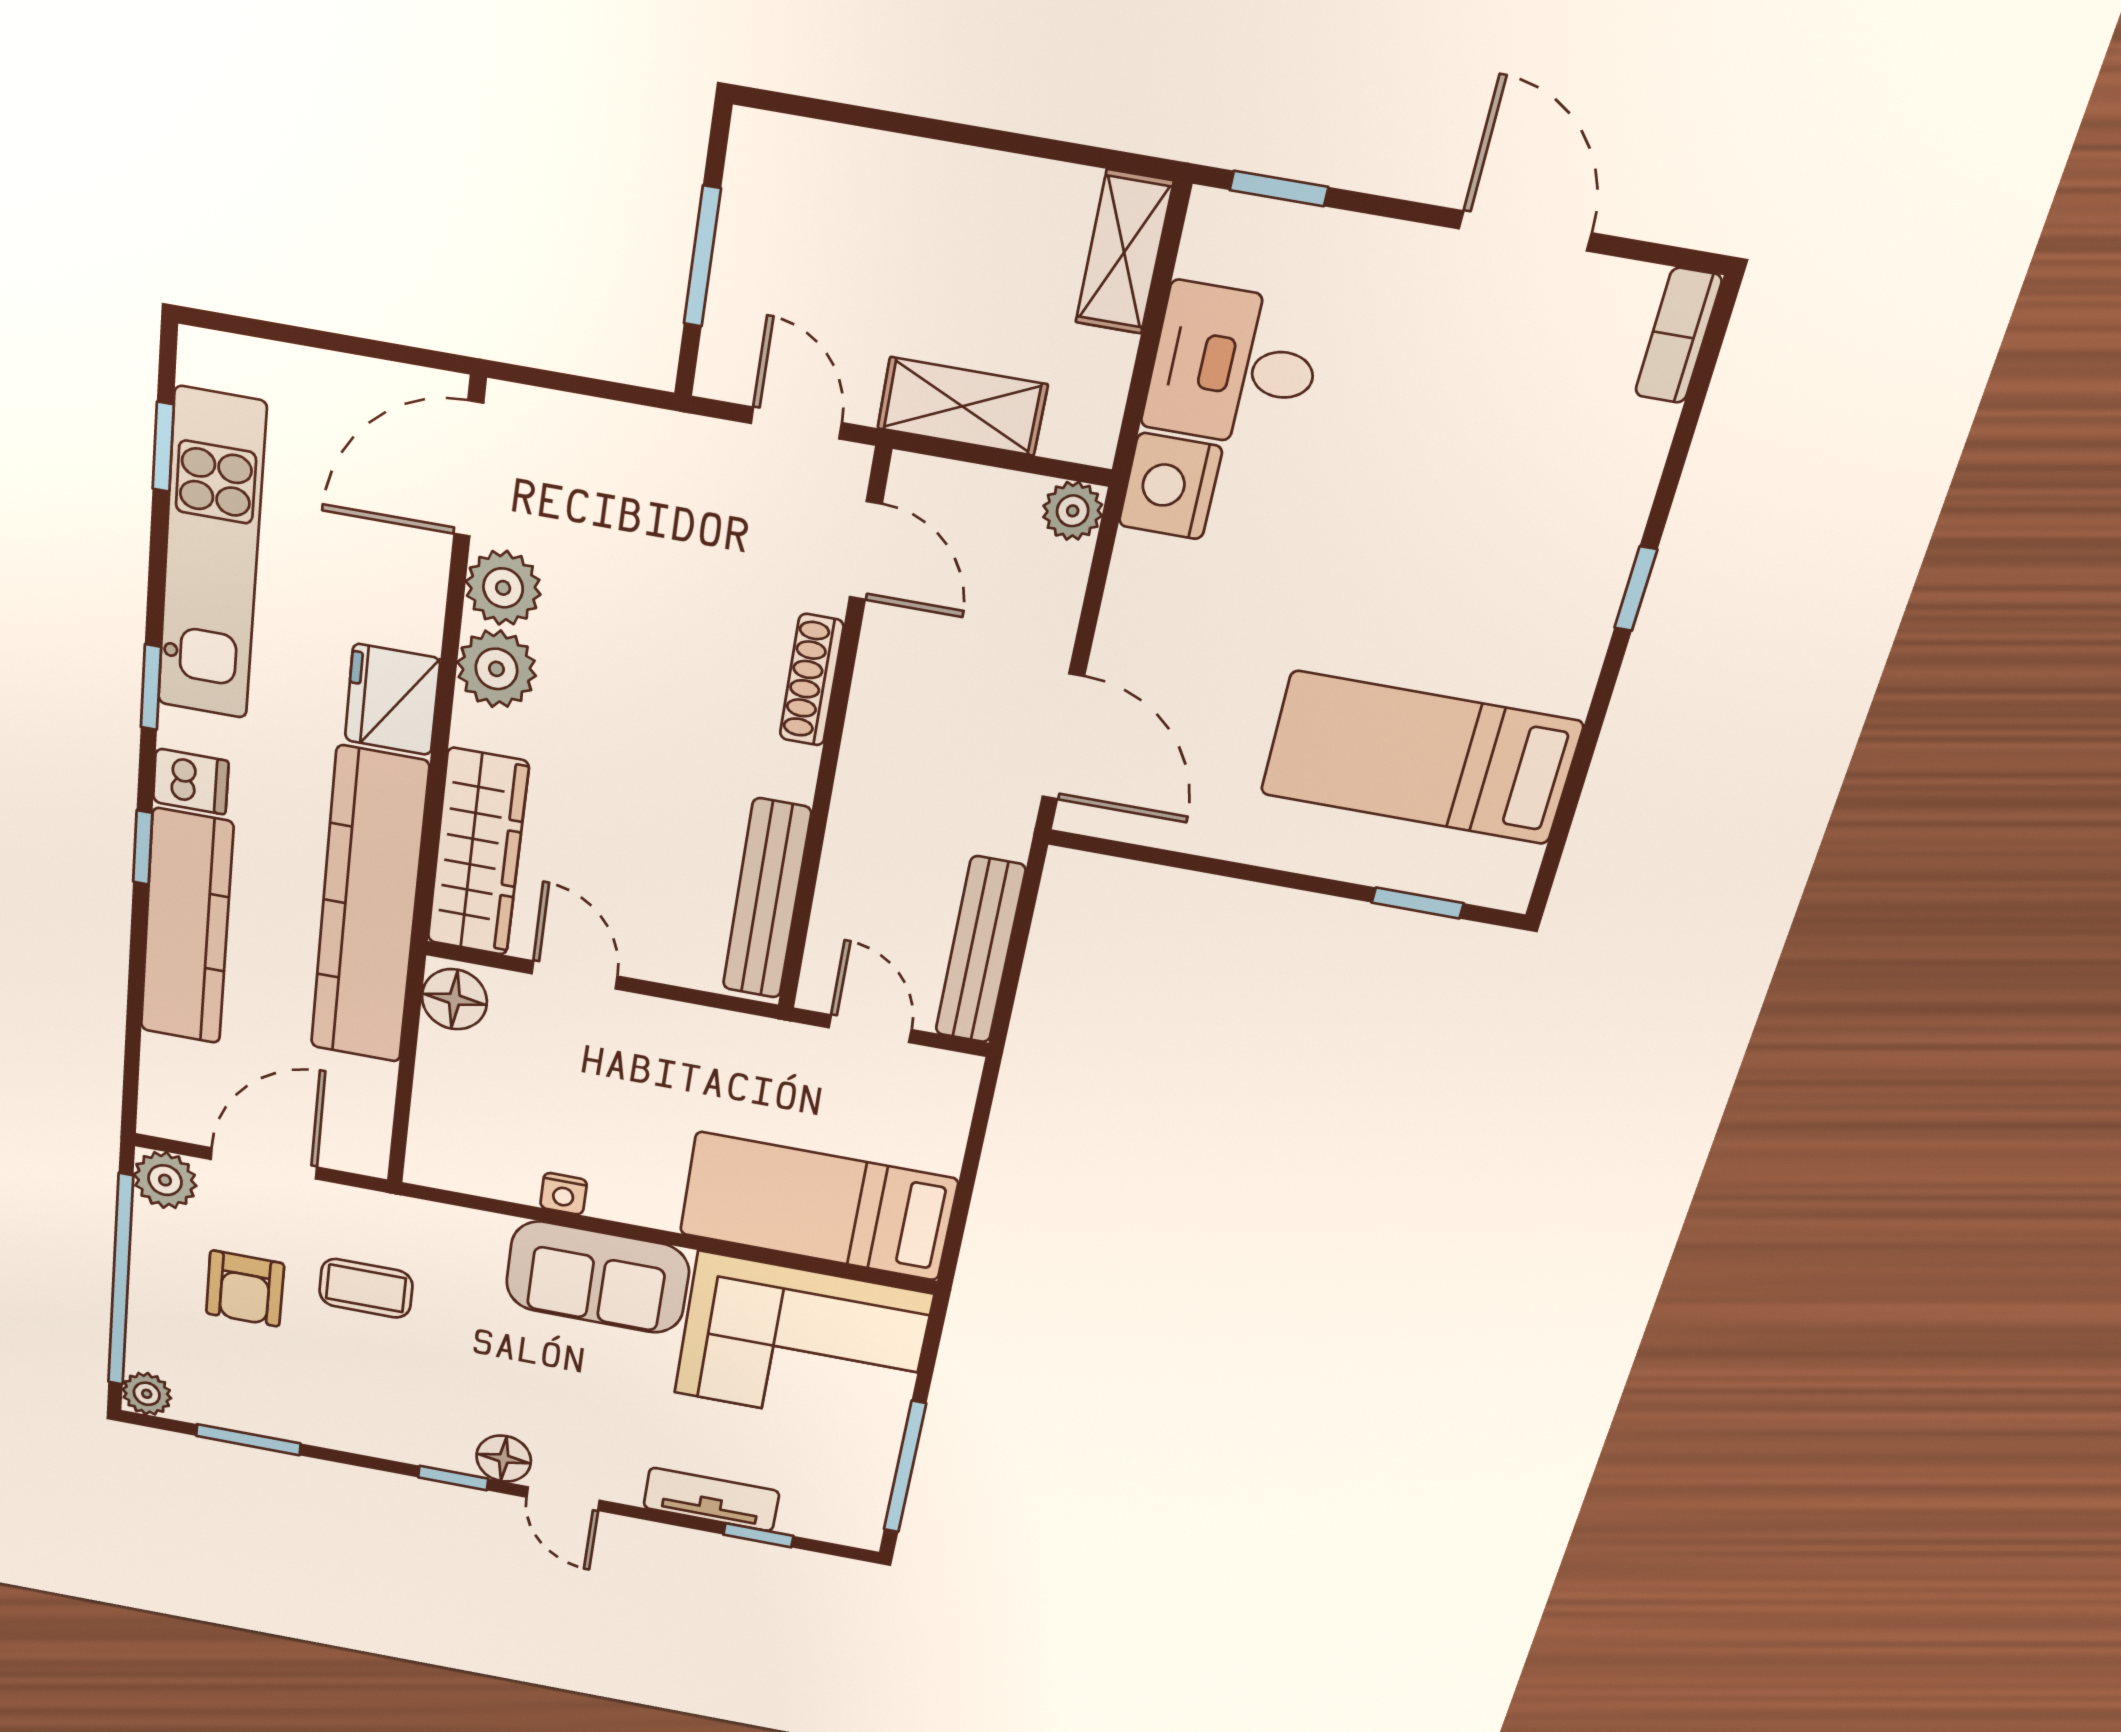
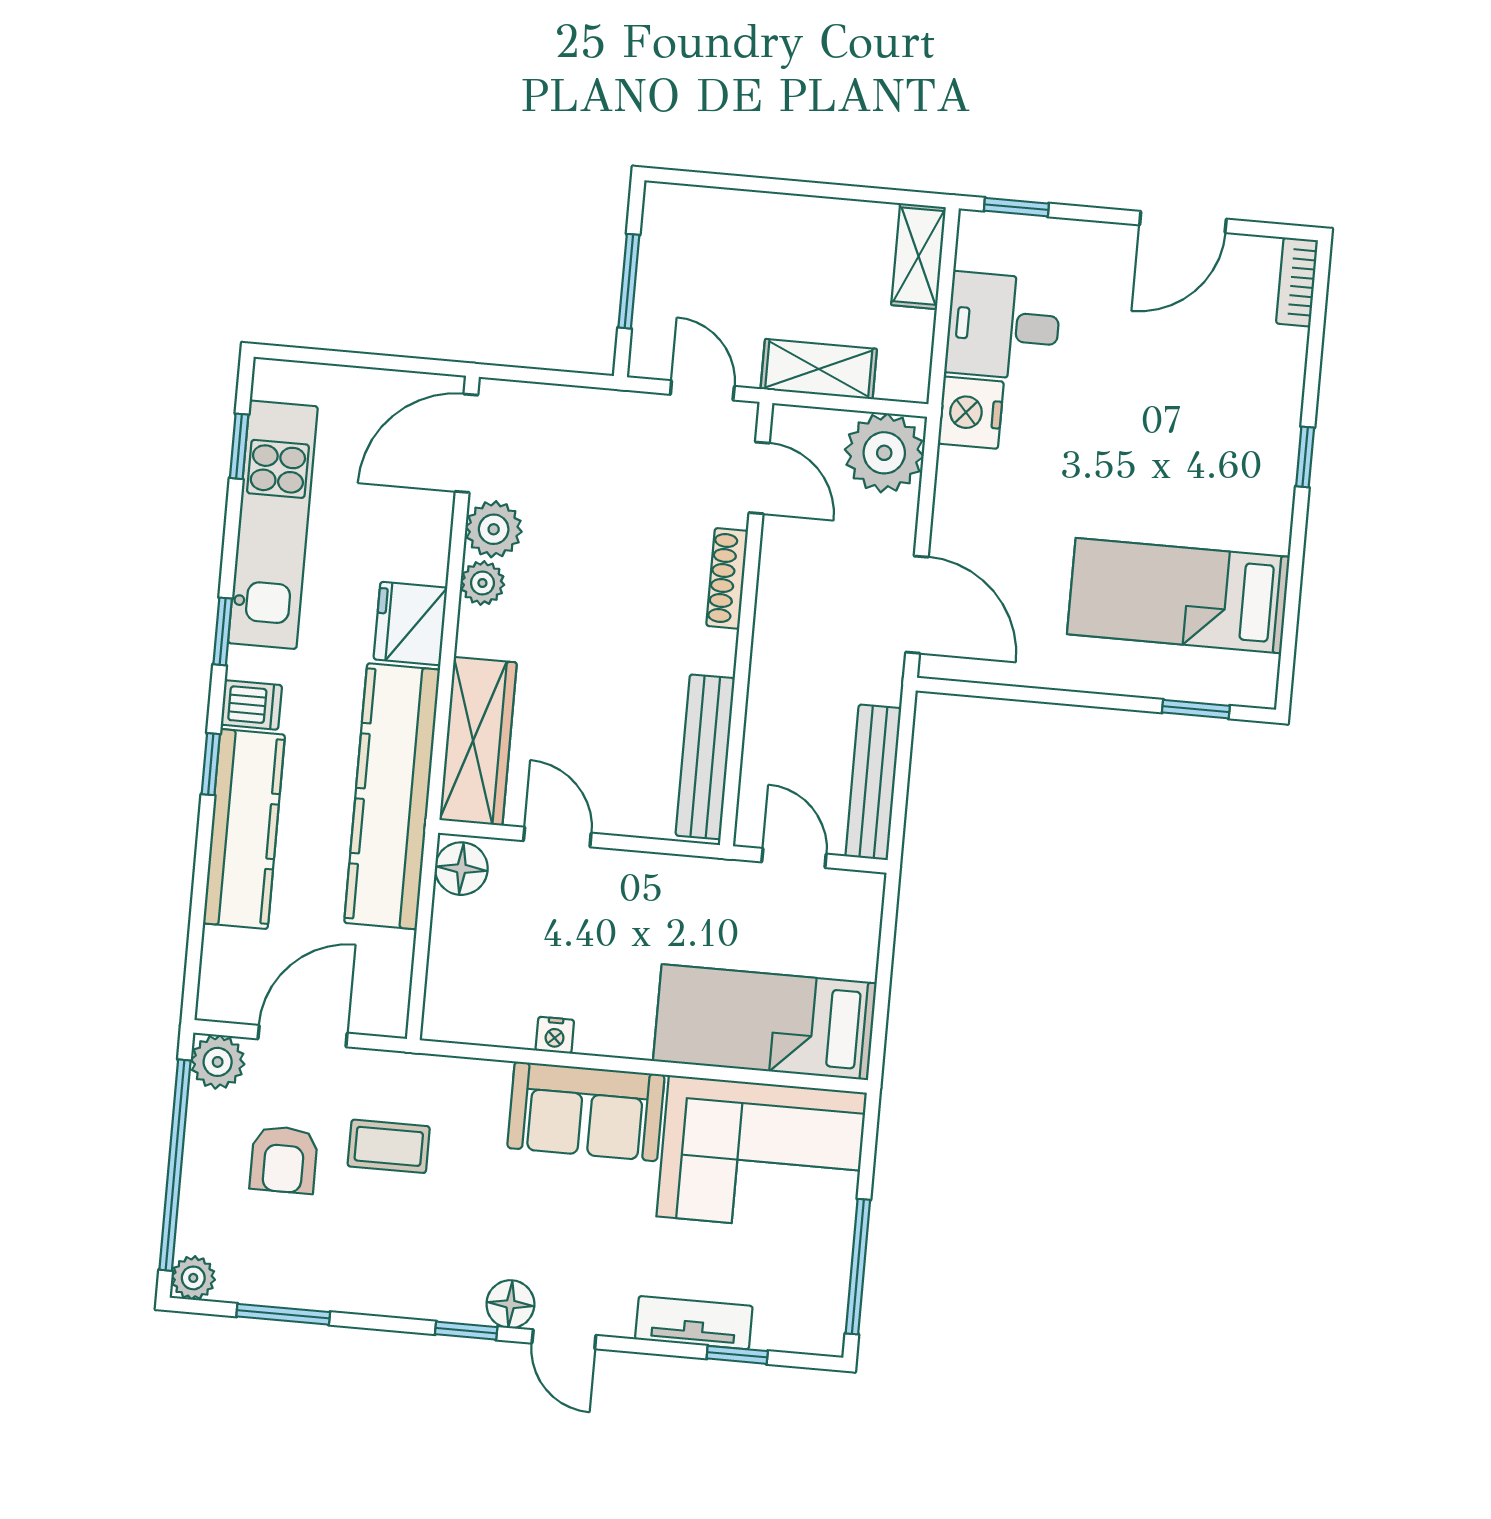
door: (1525, 231) -> (1183, 222), swing flipped
plant: (1073, 511) -> (884, 453), width x1.87, depth x1.87
plant: (496, 669) -> (482, 583), width x0.73, depth x0.73

